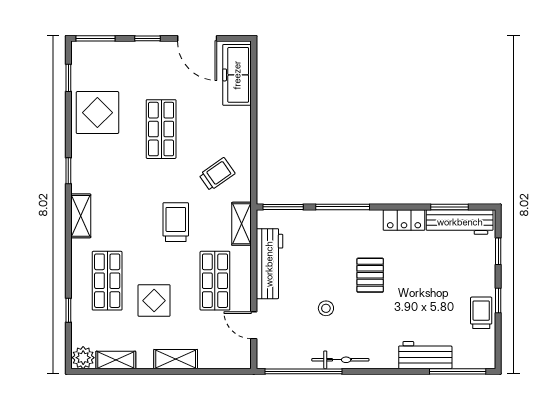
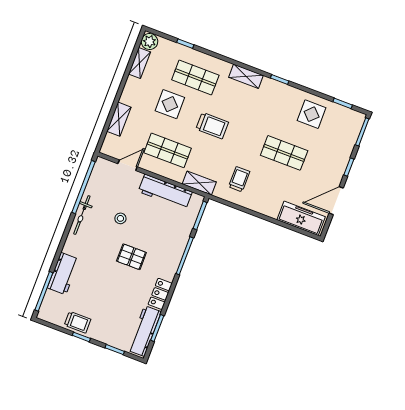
display table: (97, 113) -> (312, 114), width x0.73, depth x0.73
trolley: (217, 174) -> (239, 179), turned -145
trolley: (176, 222) -> (212, 126), moved
shelving: (176, 359) -> (119, 119), moved

